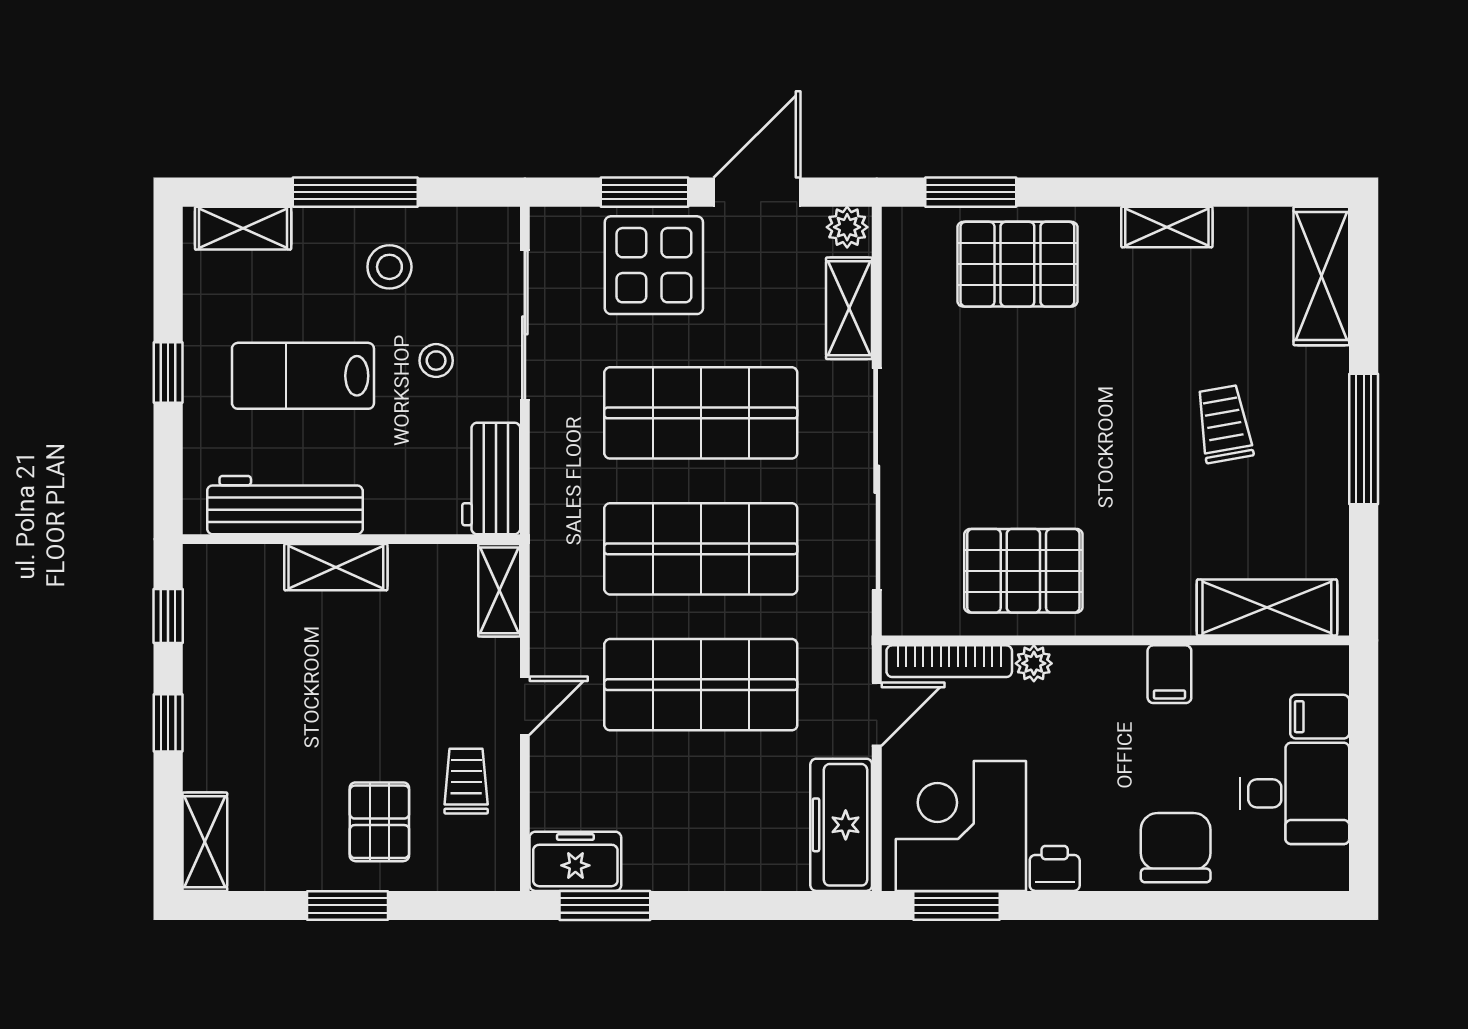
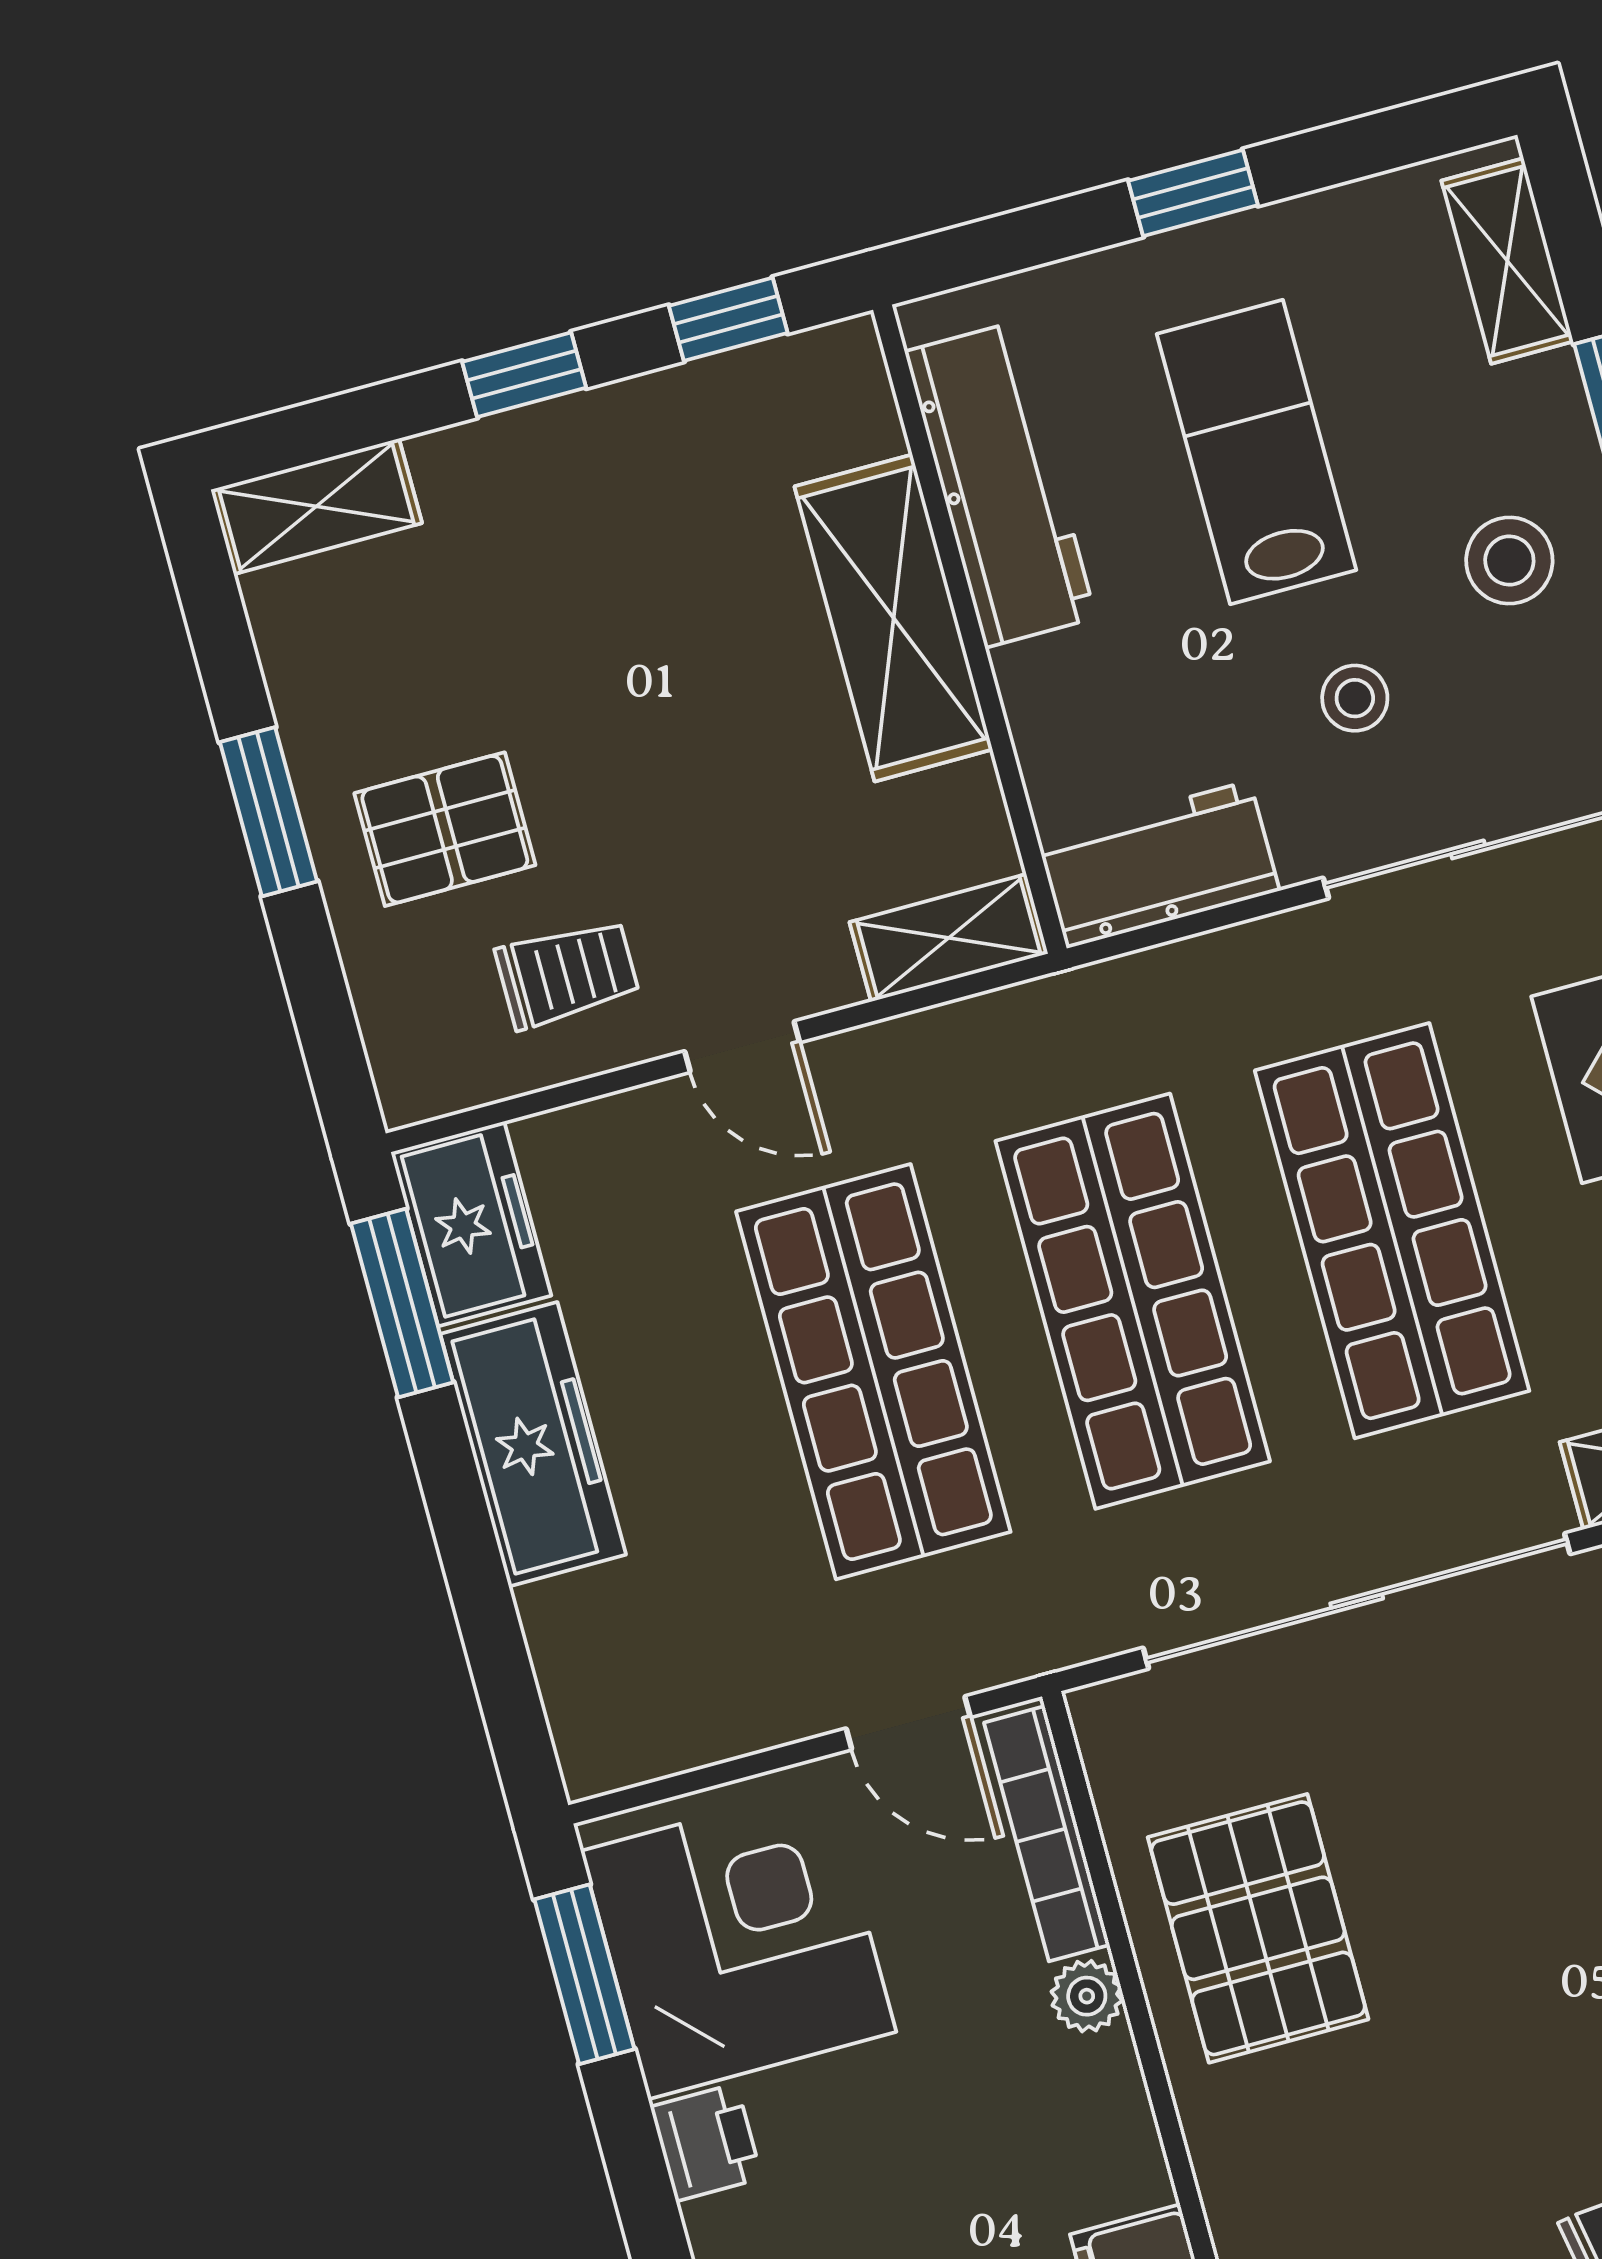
shelving: (336, 567) -> (894, 618), width x1.50, depth x1.33
freezer: (841, 825) -> (533, 1444), moved, turned 90

